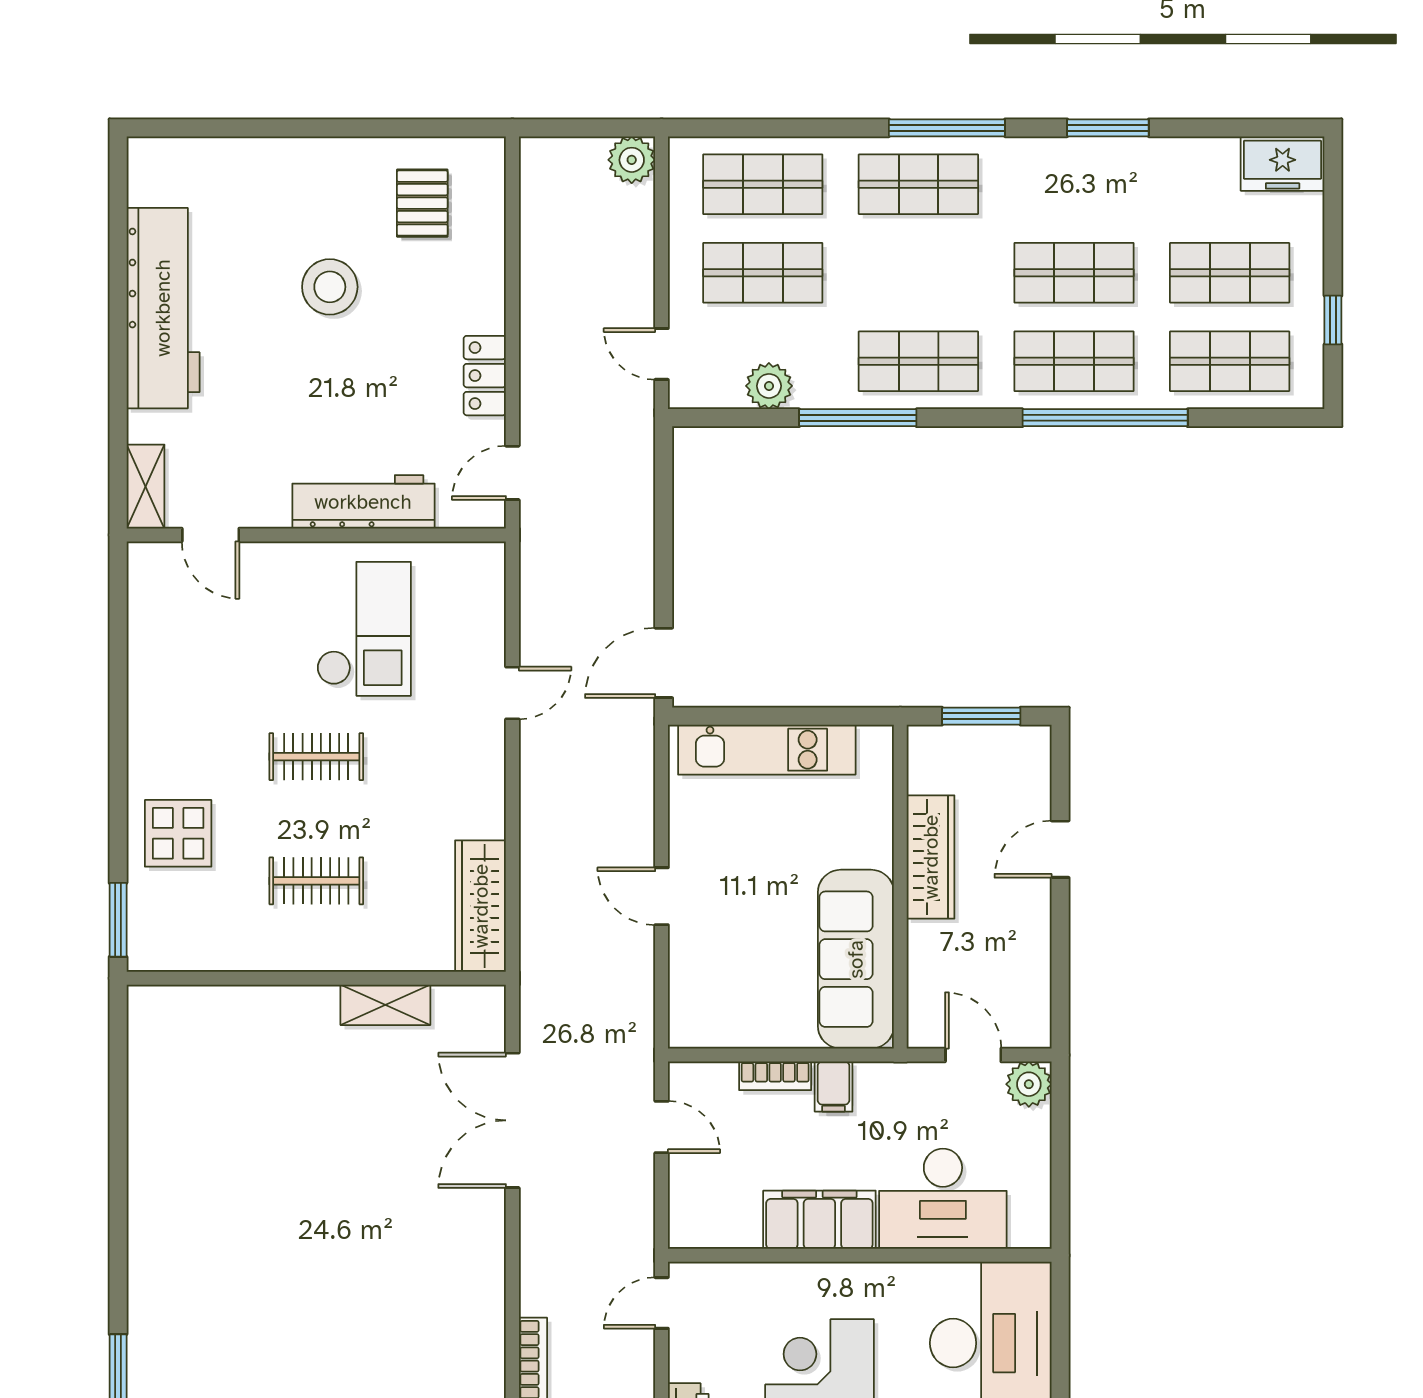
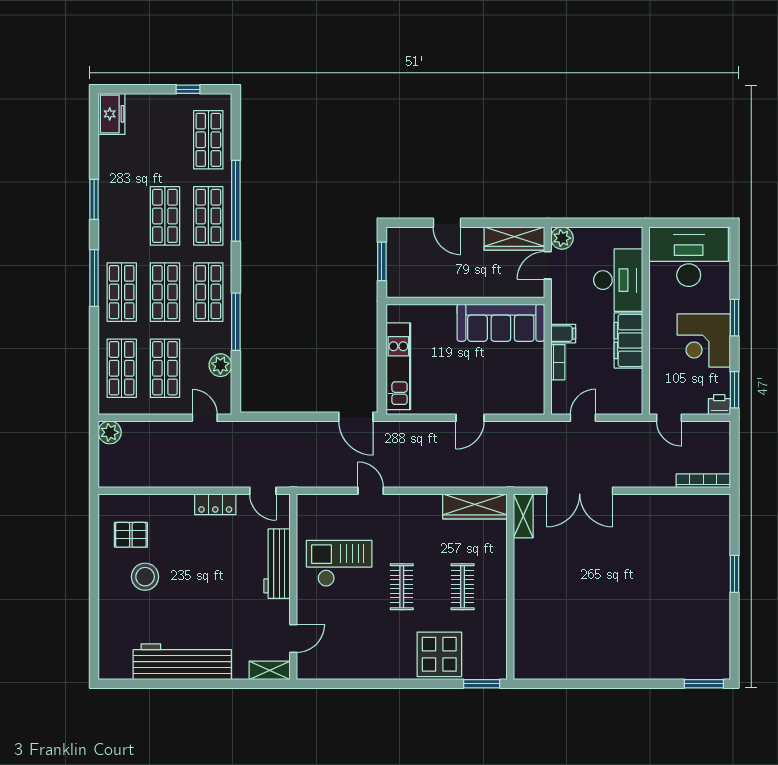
shop shelf: (1230, 273) -> (165, 292), moved
stool: (330, 287) -> (145, 577), moved
door: (662, 354) -> (205, 418), swing flipped
display table: (178, 833) -> (439, 654), width x1.36, depth x1.36
wardrobe: (931, 857) -> (514, 239), moved, turned 180
shelving: (385, 1005) -> (523, 516), moved

